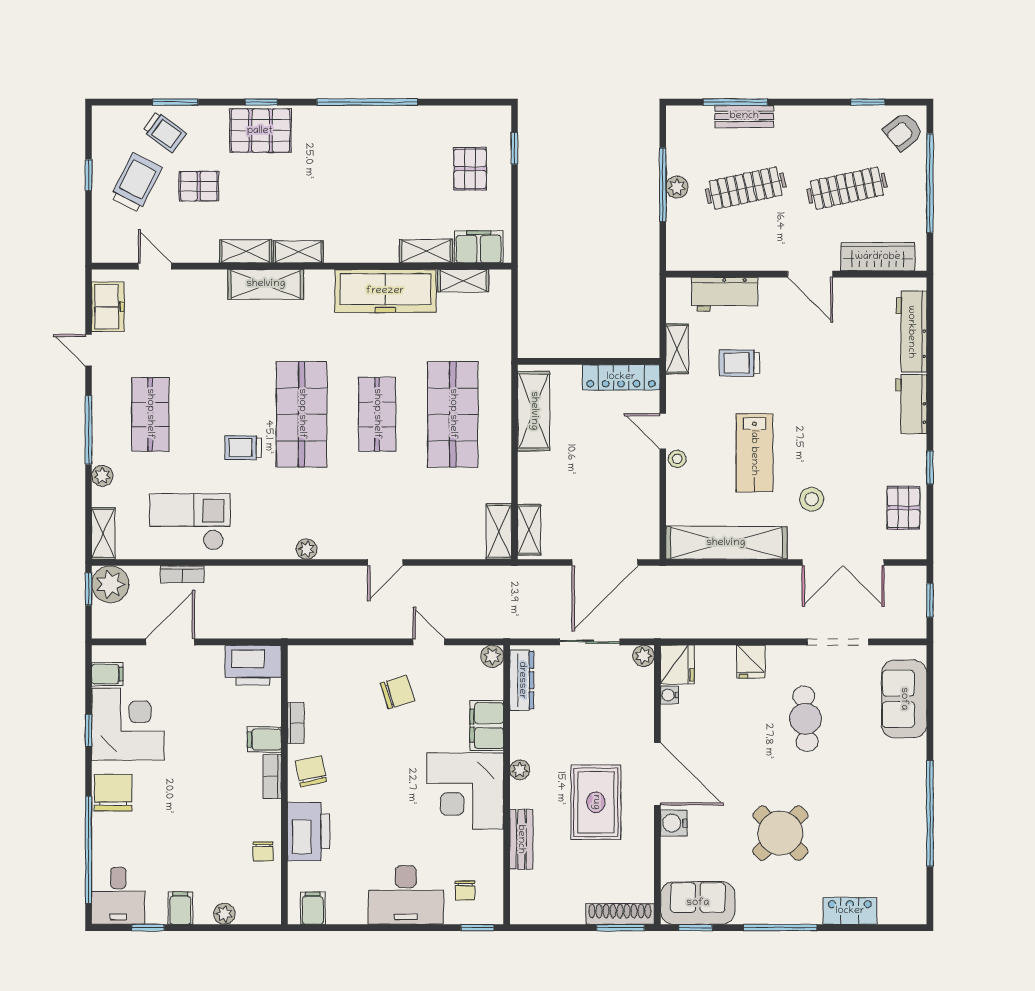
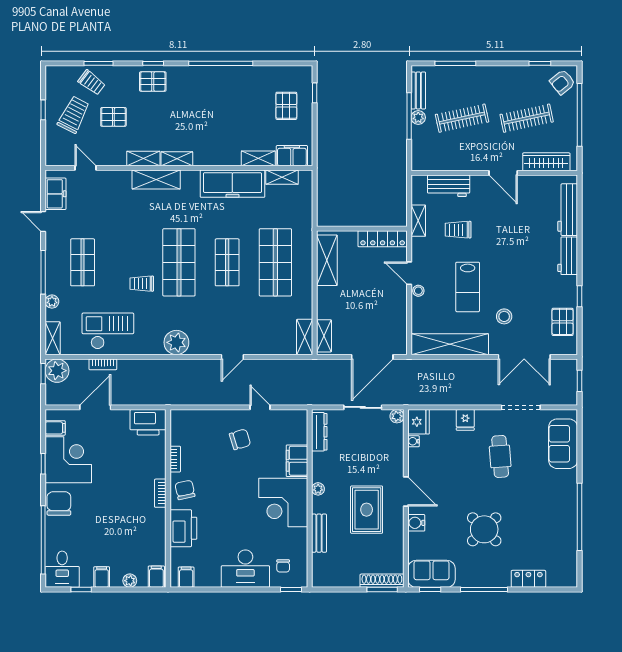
bench: (744, 116) -> (418, 90), moved, turned 90
pallet: (260, 131) -> (153, 82), width x0.67, depth x0.71
plant: (307, 549) -> (176, 342), width x1.88, depth x1.88
plant: (492, 656) -> (300, 417), removed
filing cabinet: (264, 739) -> (156, 577), moved, turned 90
door: (657, 774) -> (406, 491), width x0.73
chair: (263, 851) -> (154, 541), removed

